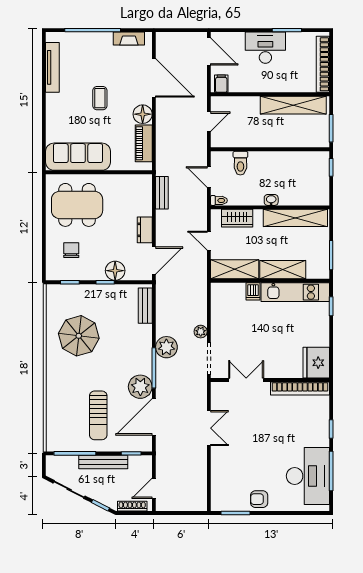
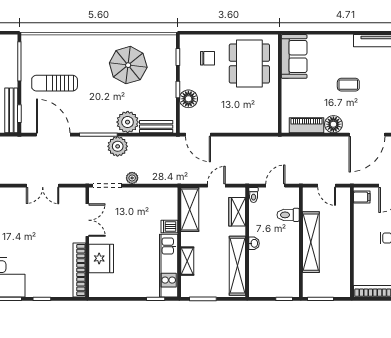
shelving: (293, 105) -> (311, 242), moved
sofa: (78, 157) -> (294, 56), width x0.73
bench: (162, 193) -> (261, 142), removed
dresser: (145, 230) -> (226, 126), removed
shelving: (283, 270) -> (187, 261), width x0.67, depth x0.75
fridge: (316, 363) -> (101, 258), moved, turned 90
plant: (140, 387) -> (128, 122), moved
bench: (103, 462) -> (11, 110), moved

